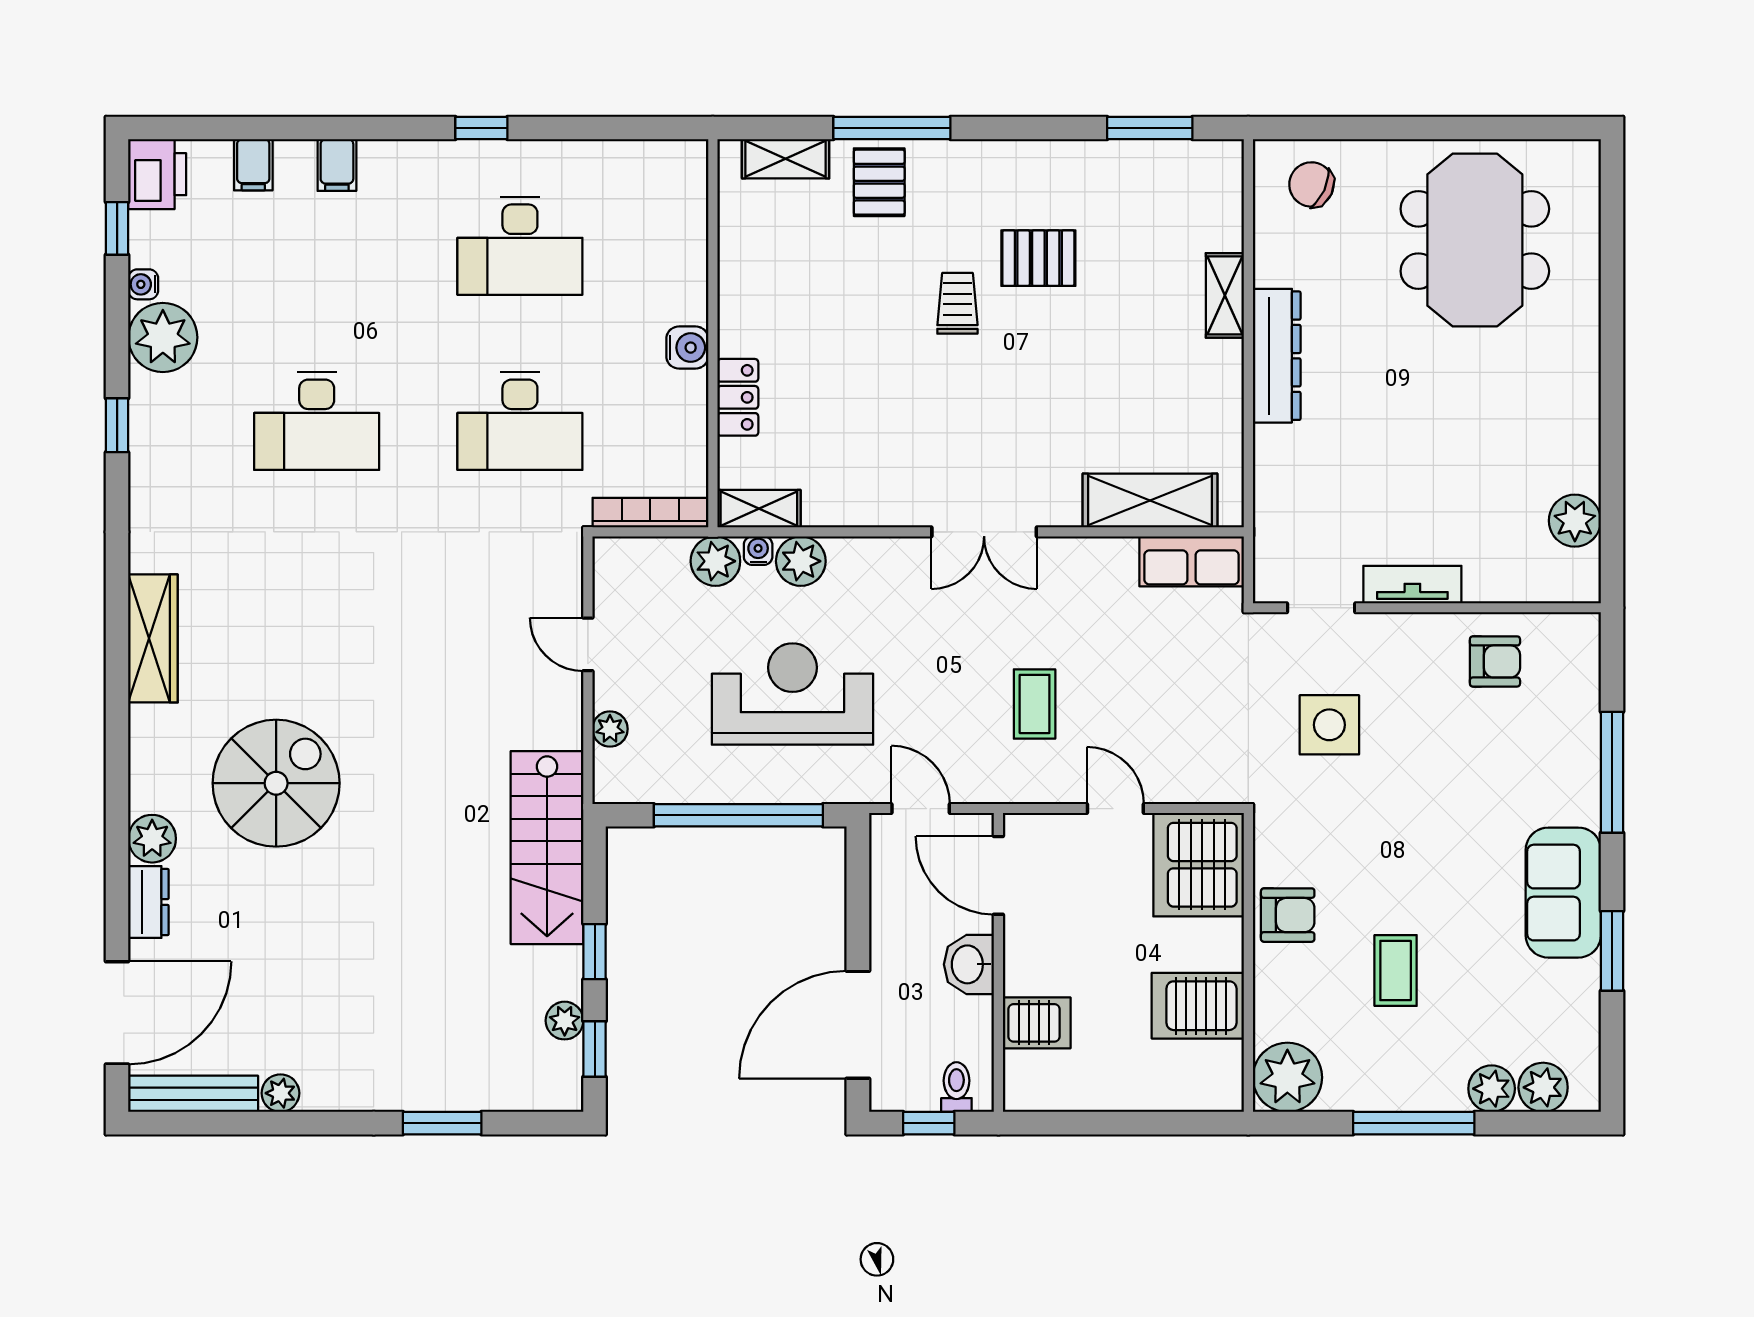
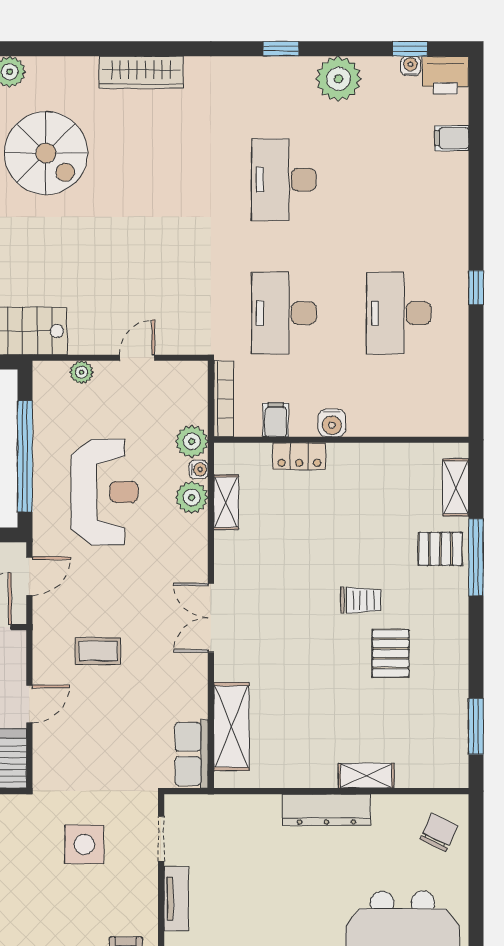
filing cabinet: (337, 165) -> (276, 420), moved, turned 90
water cooler: (143, 284) -> (410, 66), moved
shelving: (759, 509) -> (226, 502), moved

